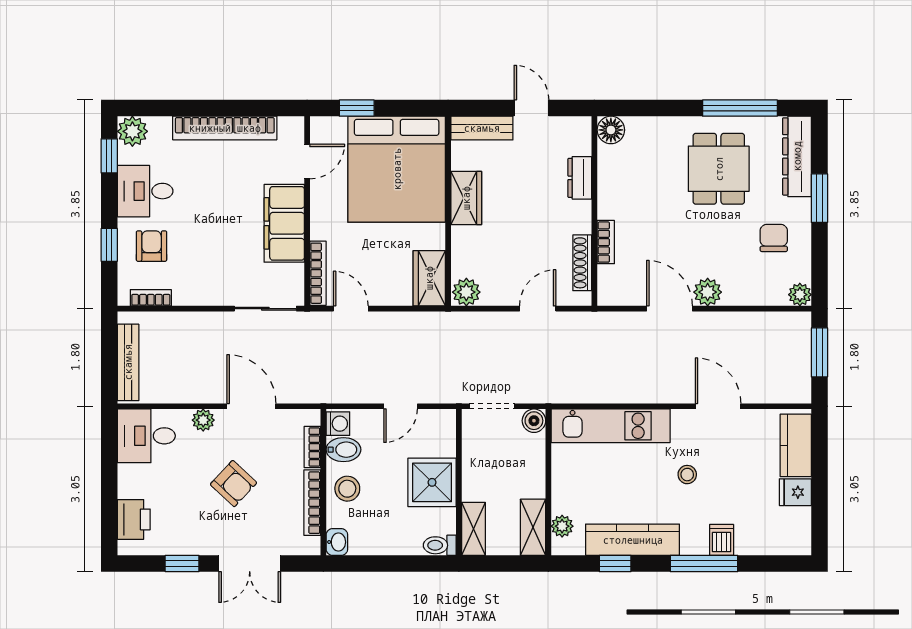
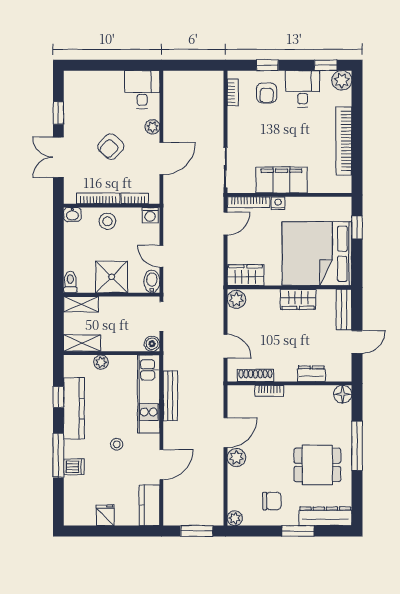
window: (740, 108) -> (357, 446), moved
door: (307, 162) -> (322, 195), removed
nightstand: (320, 229) -> (278, 203), added
armchair: (152, 246) -> (267, 93), turned 90
bench: (128, 362) -> (170, 396), moved, turned 90
kitchen counter: (796, 445) -> (149, 505), moved, turned -90
bidet: (343, 450) -> (152, 281), moved, turned 180
printer: (134, 519) -> (87, 81), removed
plant: (562, 526) -> (101, 362), moved

